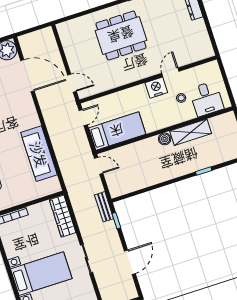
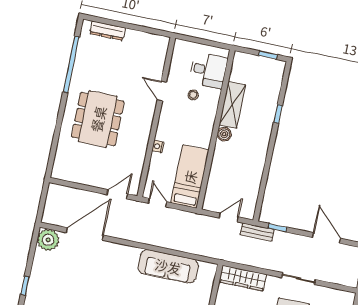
nightstand: (156, 88) -> (158, 146), moved, width x0.53, depth x0.56
door: (99, 166) -> (229, 217), moved

